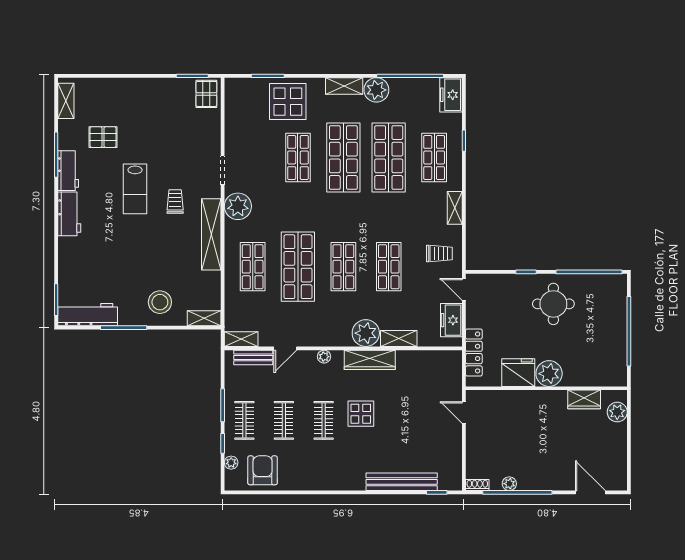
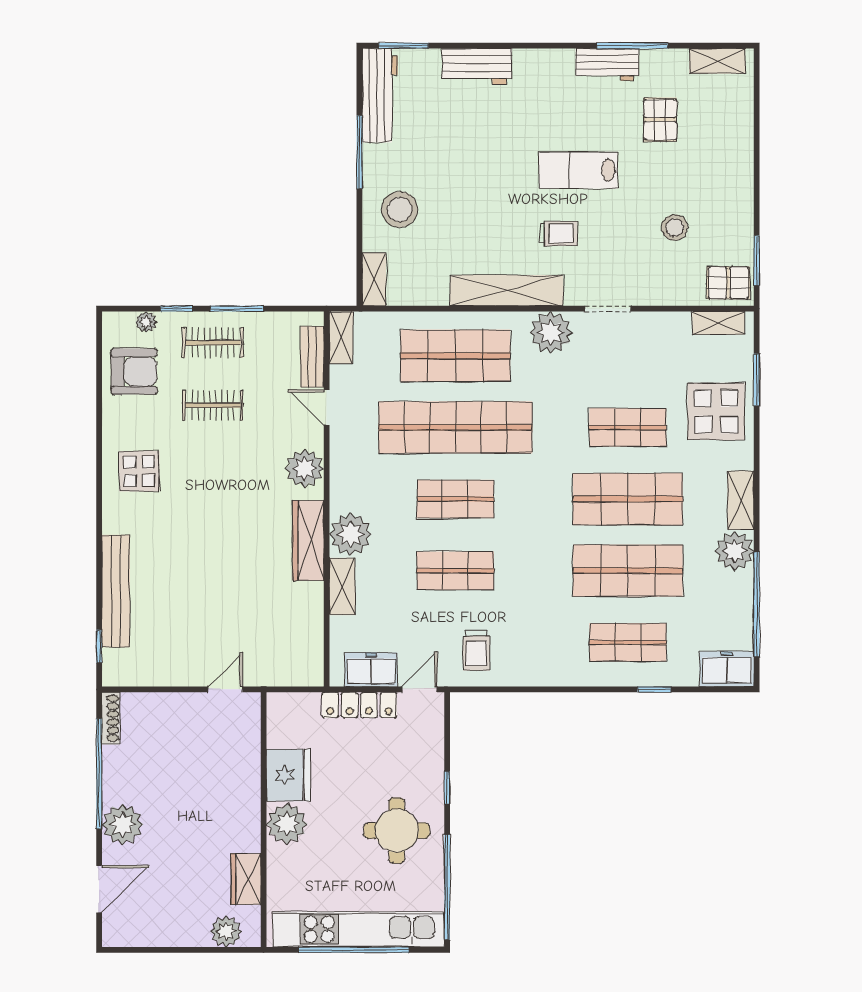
stool: (171, 128) -> (675, 227), added
shelving: (455, 208) -> (718, 323), moved
workbench: (69, 214) -> (477, 66), moved
shop shelf: (253, 267) -> (455, 356), width x1.43, depth x1.36
shop shelf: (298, 267) -> (455, 427), width x1.40
kitchen unit: (616, 328) -> (359, 929), added
locker: (474, 352) -> (359, 705), moved
plant: (324, 357) -> (304, 469), width x1.88, depth x1.88
display table: (361, 414) -> (139, 471), moved
clothes rail: (324, 420) -> (213, 468), removed
plant: (509, 484) -> (123, 824), moved, width x1.88, depth x1.88
shoe rack: (477, 485) -> (111, 718), width x1.43

